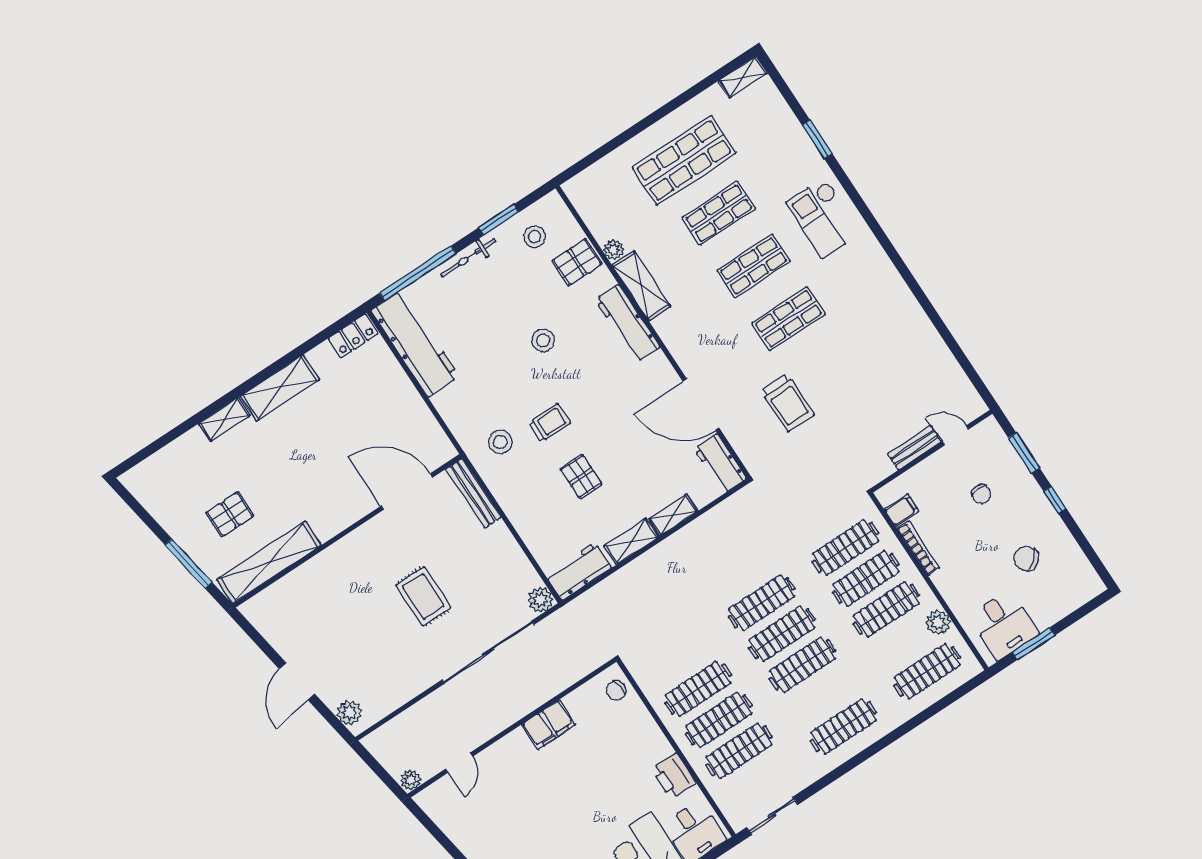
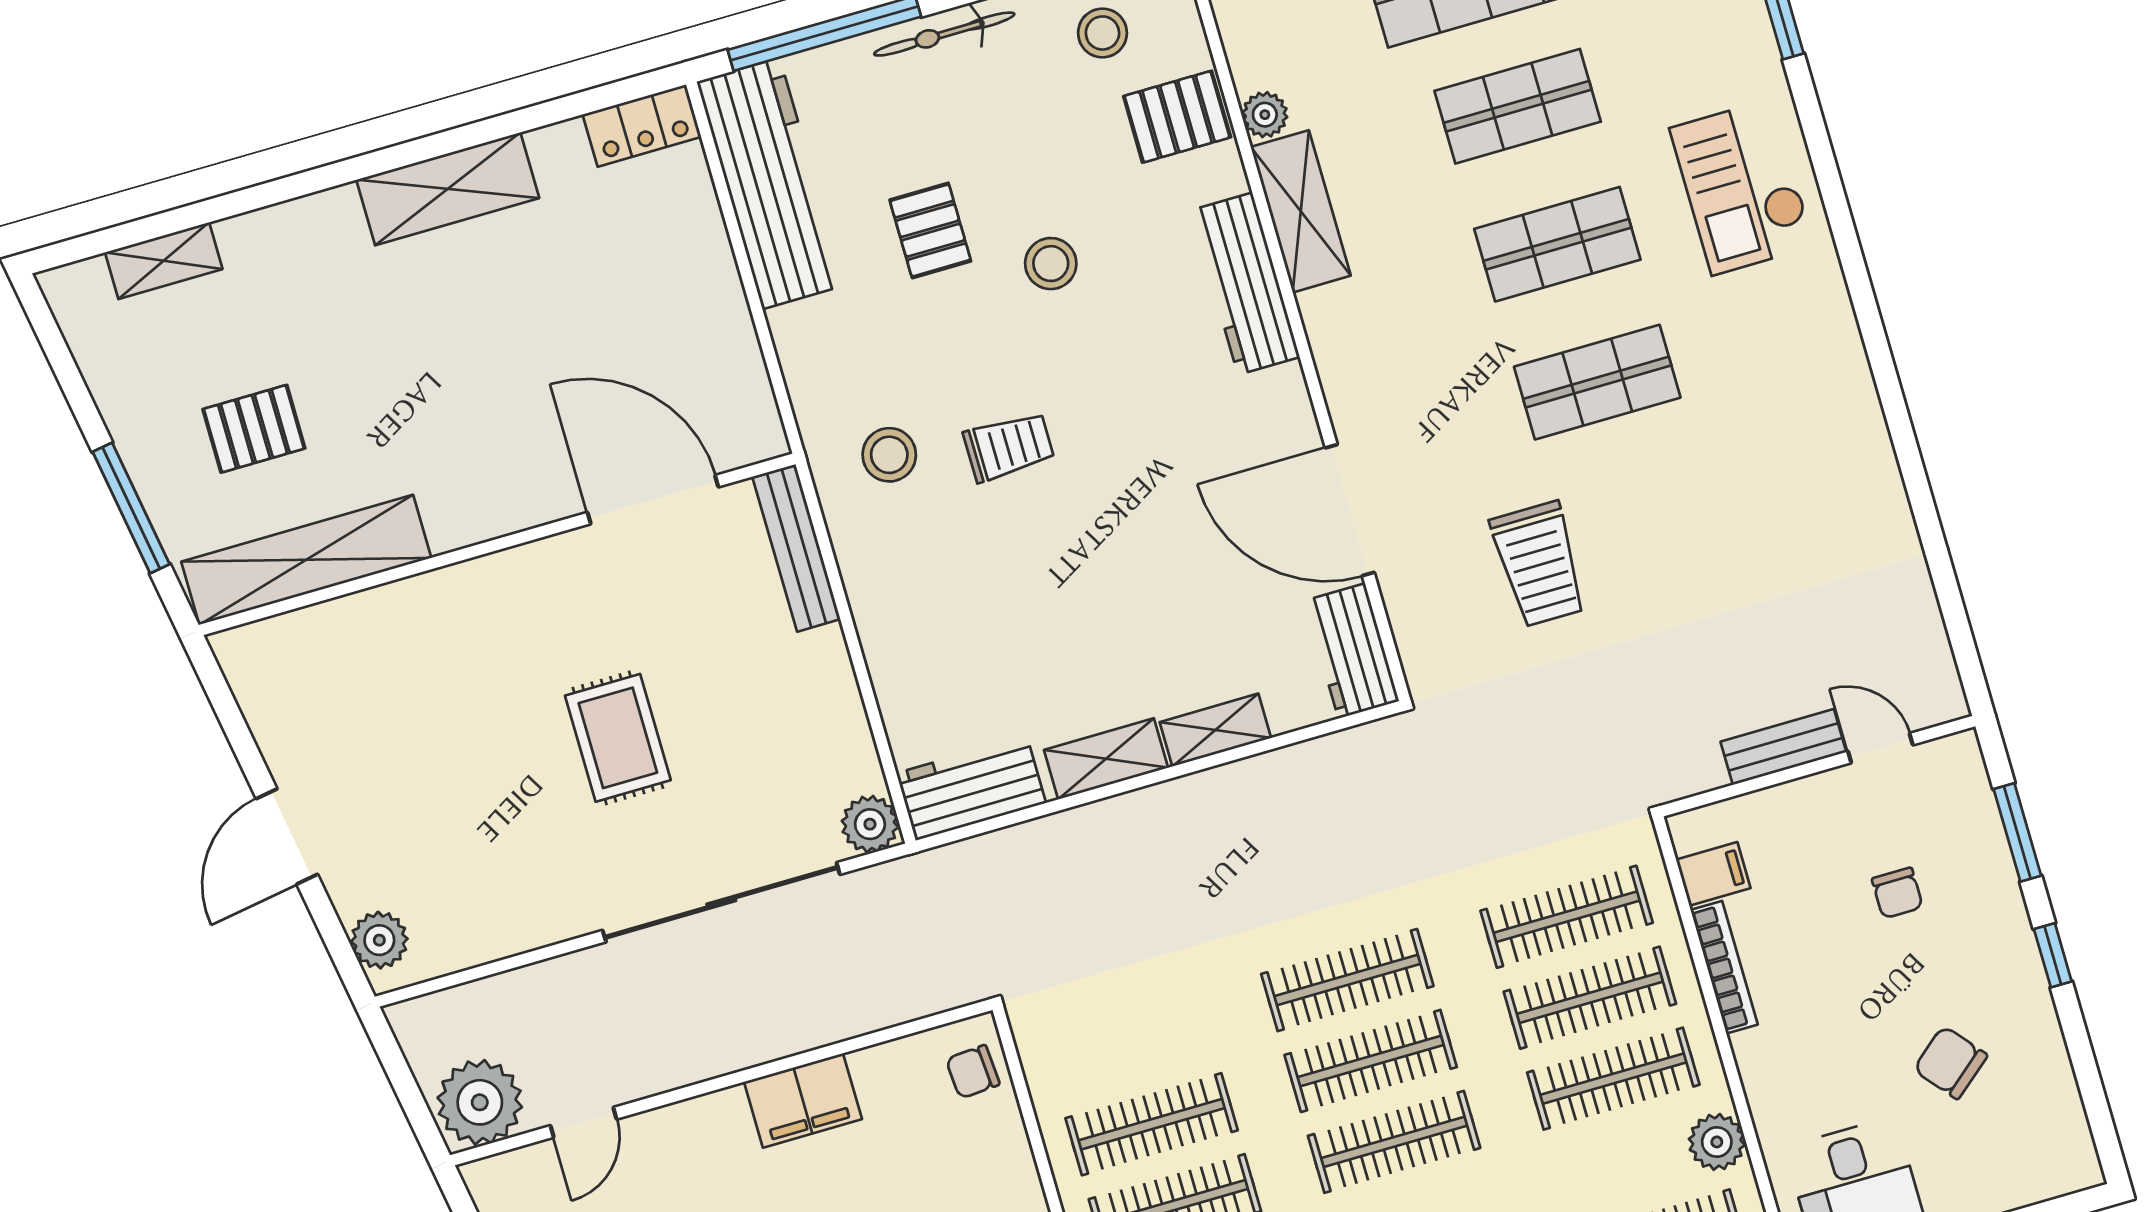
shelving: (225, 419) -> (164, 261), moved
pallet: (581, 477) -> (930, 230), moved
plant: (410, 780) -> (480, 1102), width x1.87, depth x1.87

